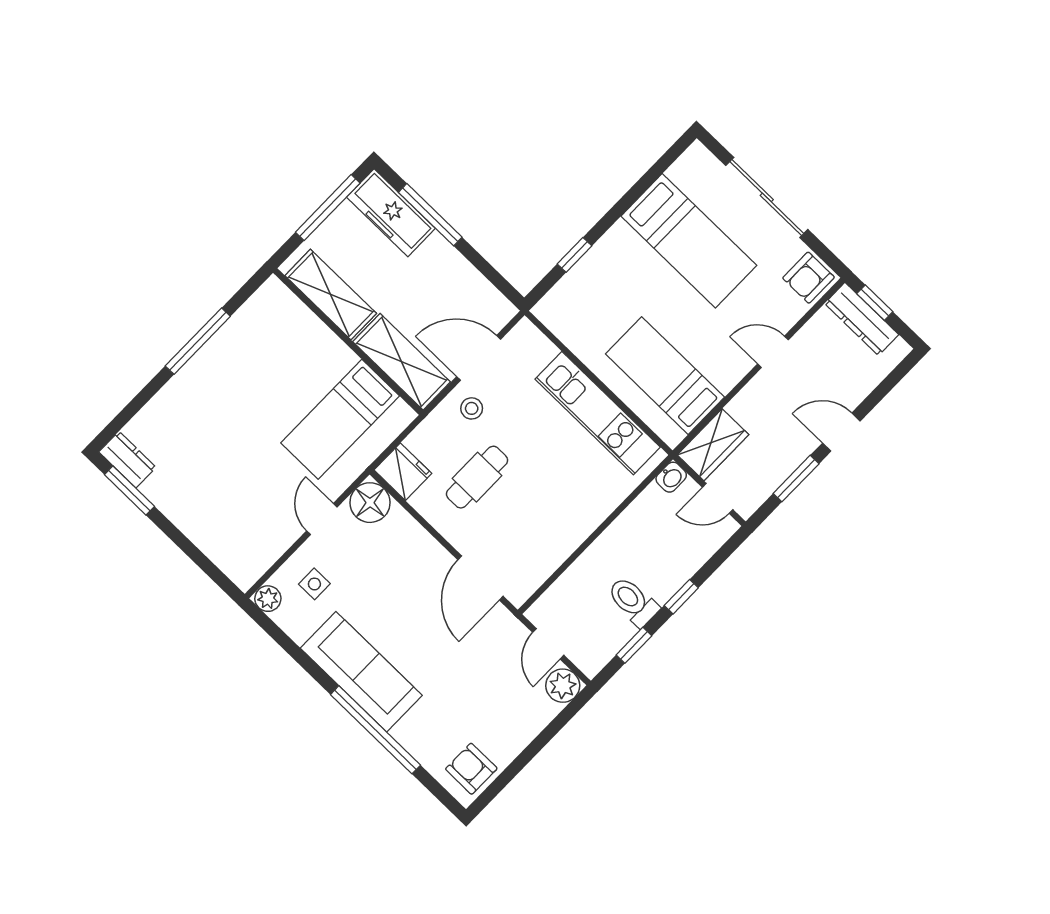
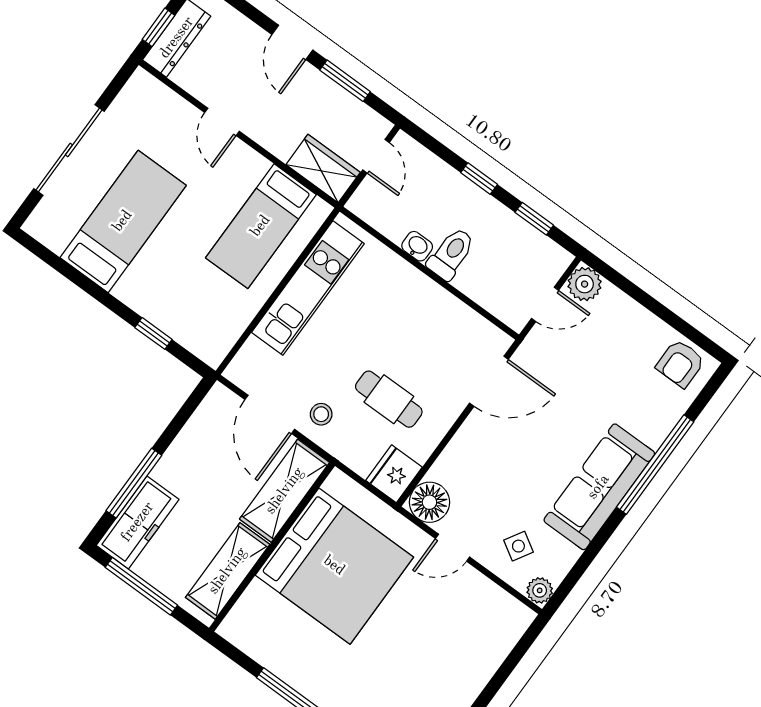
armchair: (809, 278) -> (143, 97), removed
bed: (340, 419) -> (334, 566), width x2.04
washbasin: (671, 477) -> (417, 246), moved
side table: (314, 584) -> (518, 546), turned 31
toilet: (633, 601) -> (451, 254), moved, turned 180

